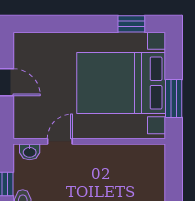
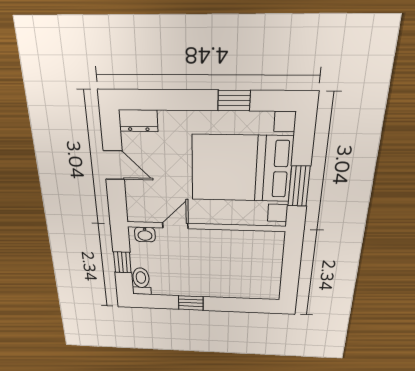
window: (131, 24) -> (234, 101), moved
dresser: (30, 42) -> (138, 121), added

